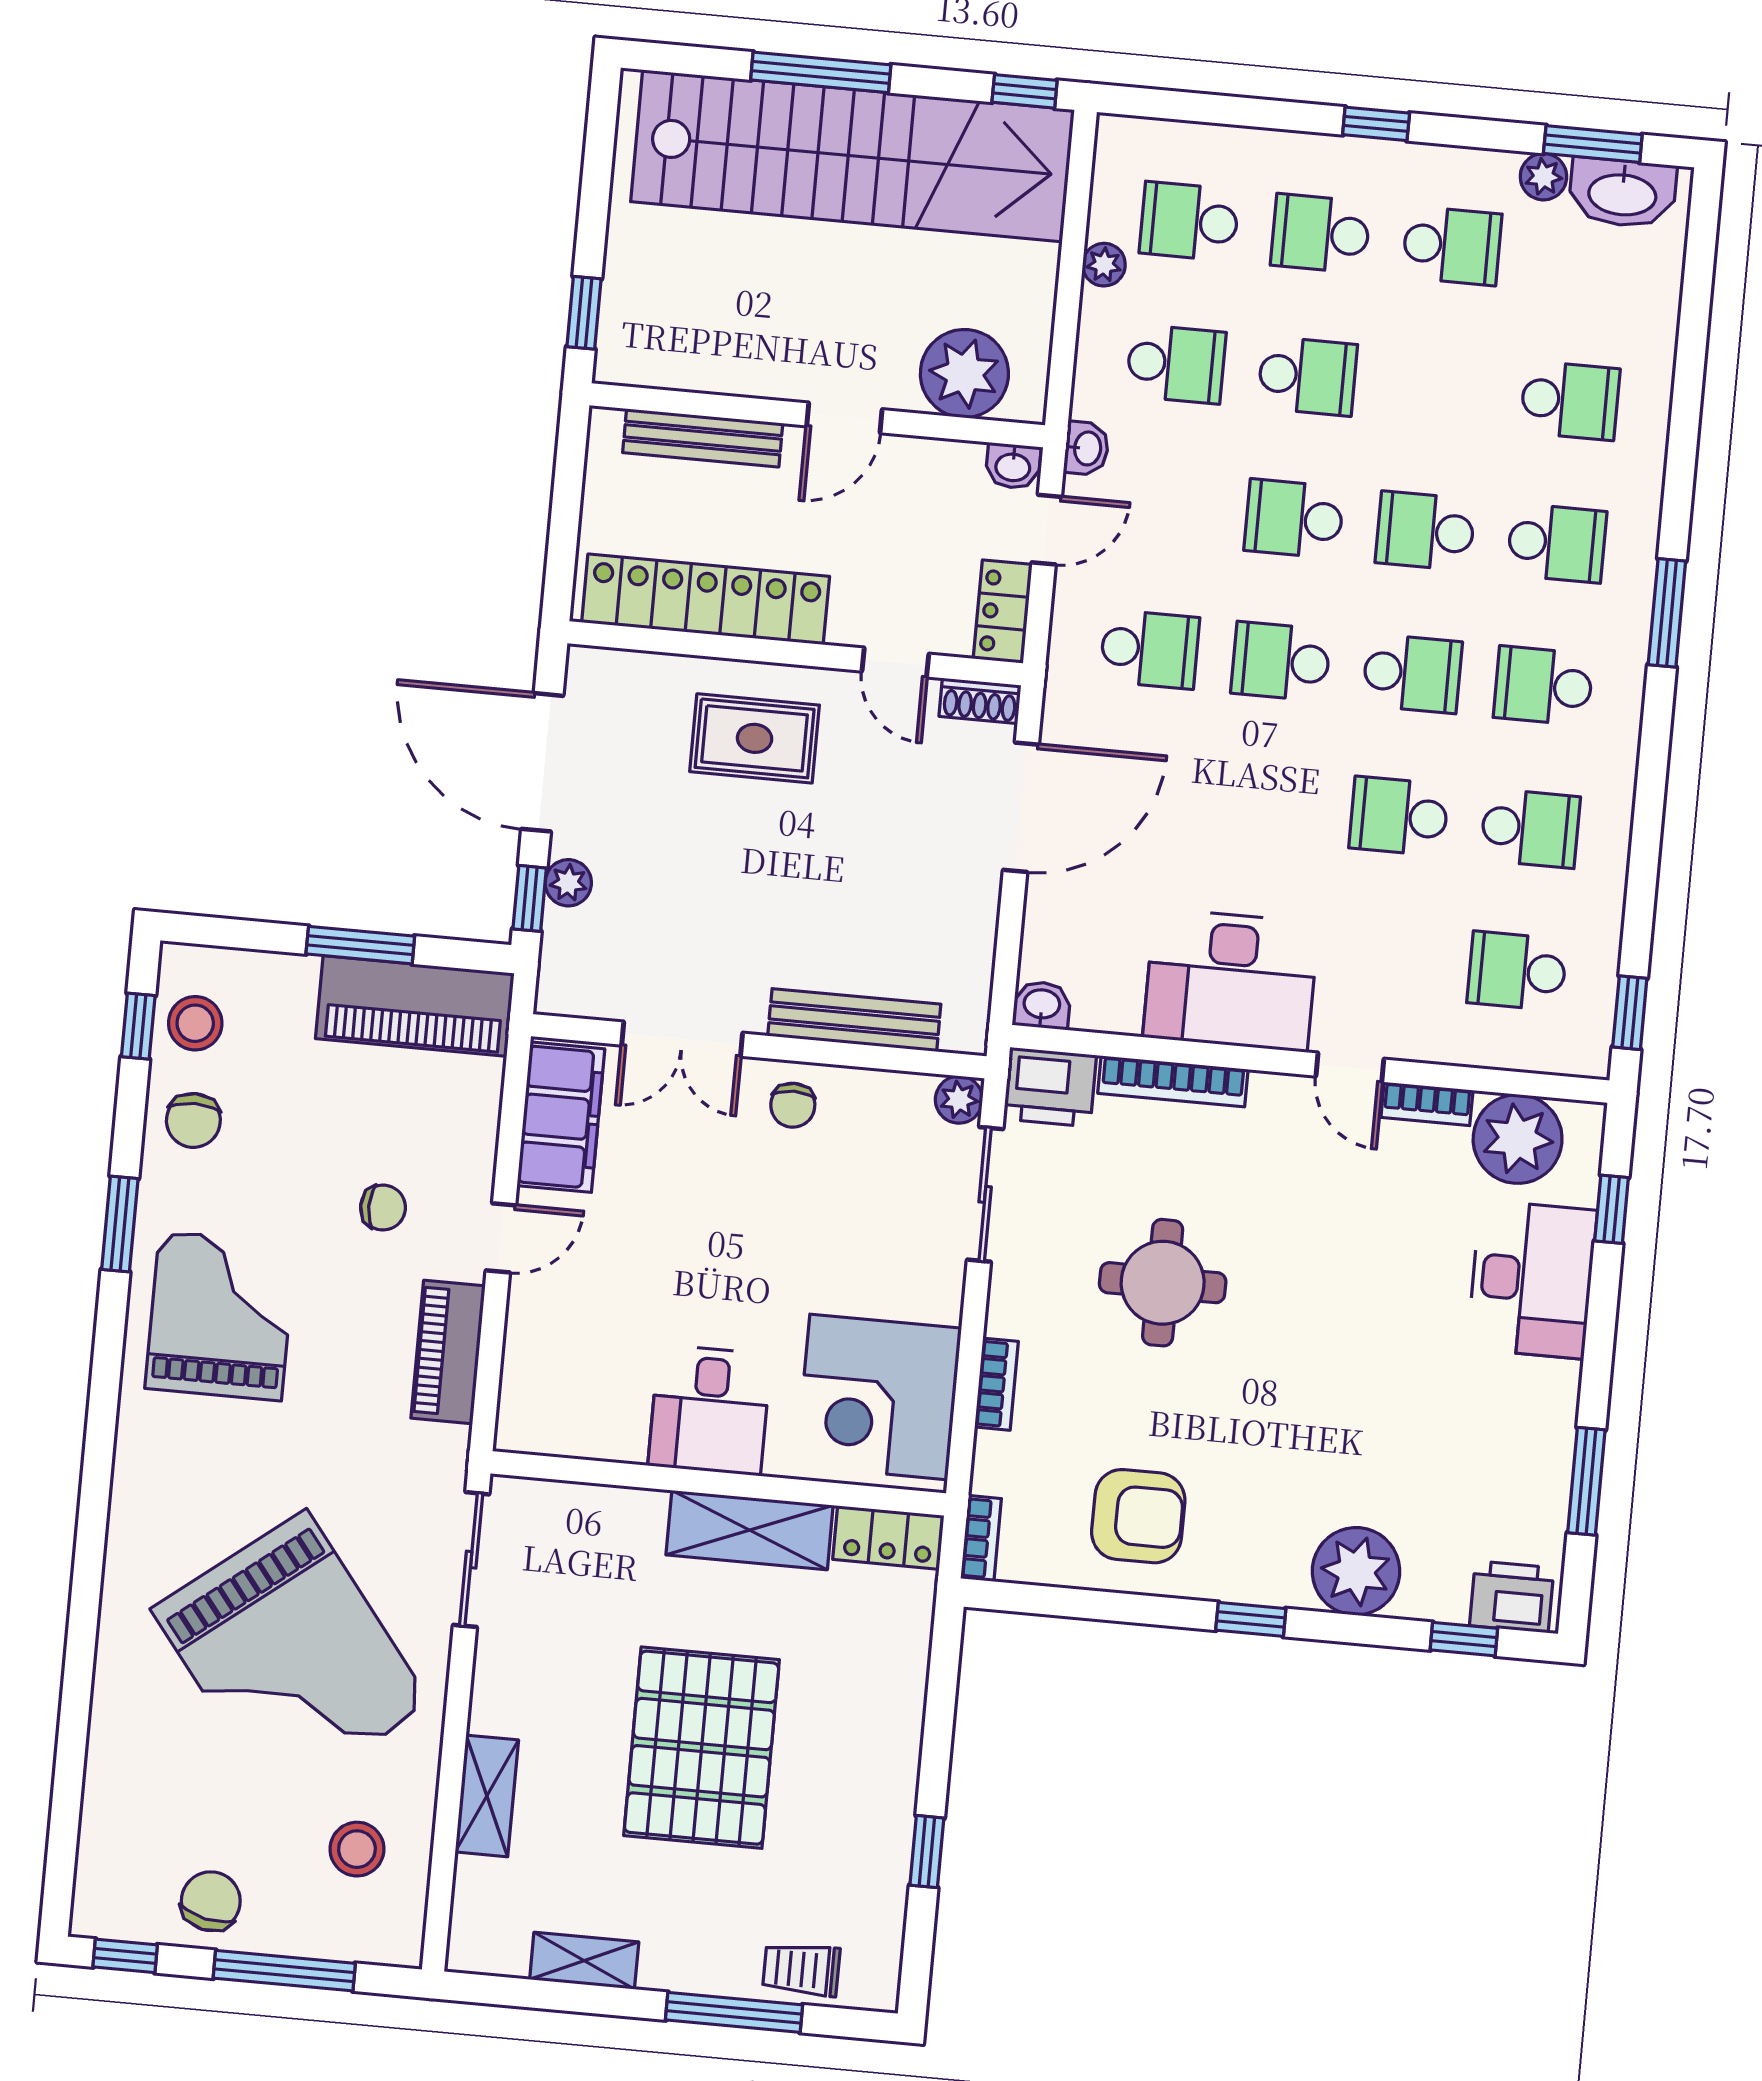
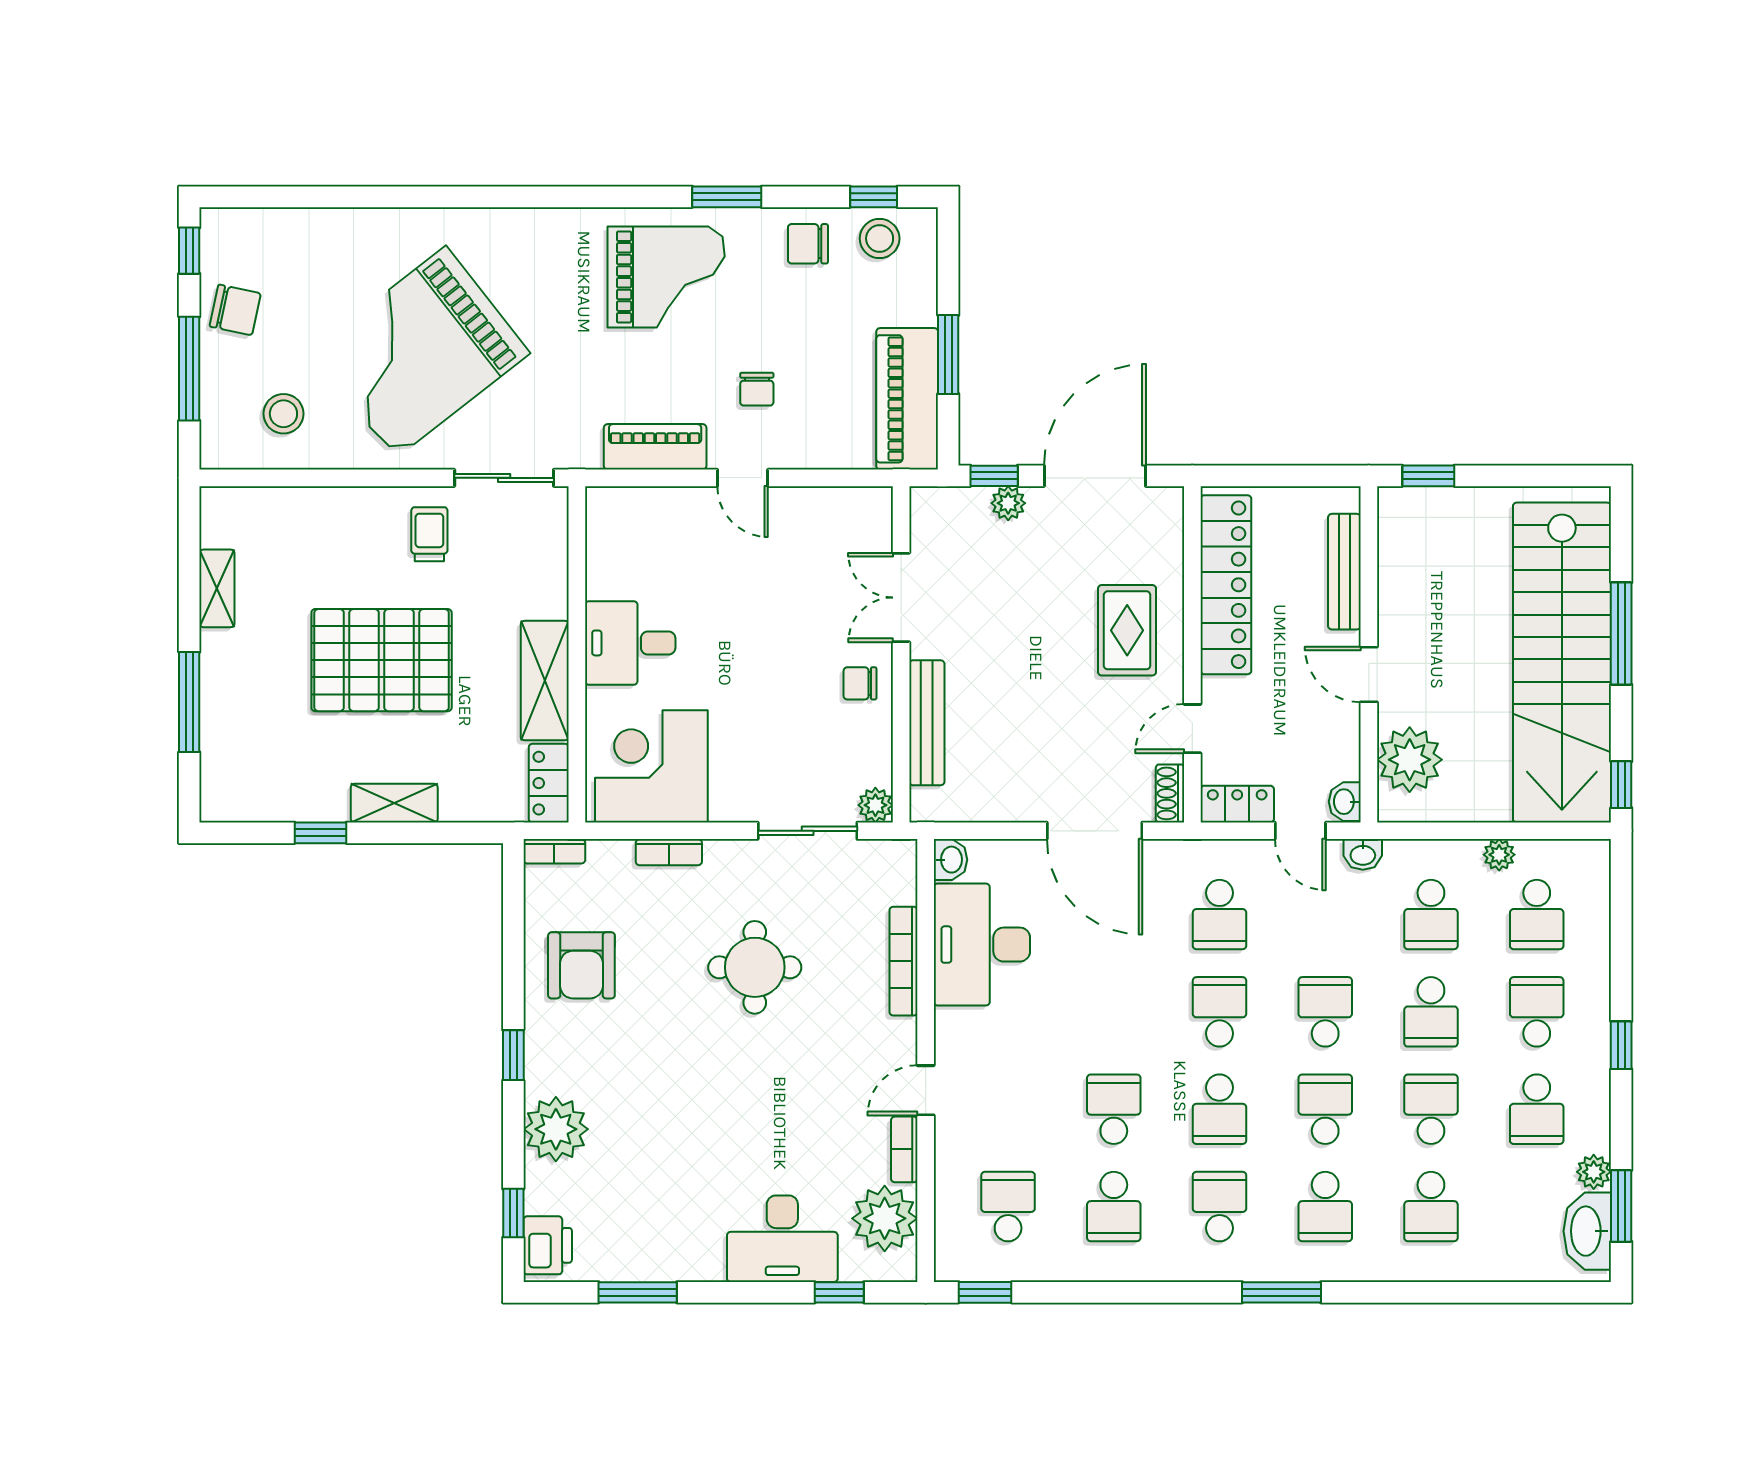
school desk: (1189, 221) -> (1537, 915), turned 180
school desk: (1439, 388) -> (1431, 1109), added
desk: (1231, 980) -> (982, 945), moved
printer: (1050, 1087) -> (891, 871), removed
filing cabinet: (561, 1117) -> (835, 514), removed
shelving: (487, 1796) -> (394, 803), moved
trolley: (801, 1969) -> (429, 534), moved

